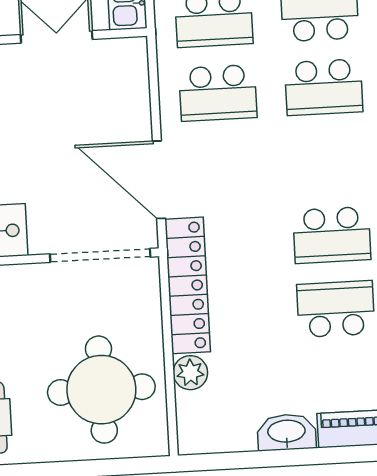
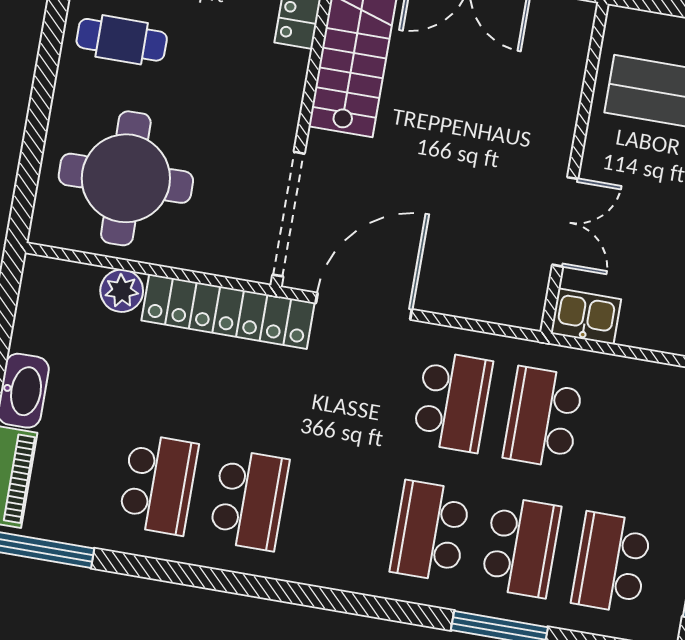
school desk: (218, 93) -> (453, 402), turned 180
school desk: (332, 235) -> (249, 500), turned 180

